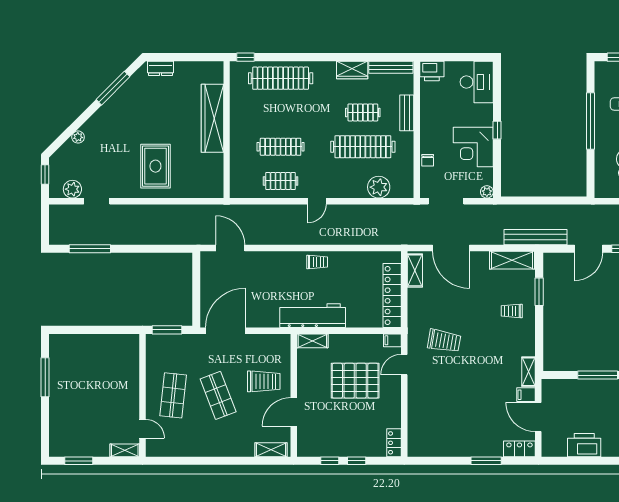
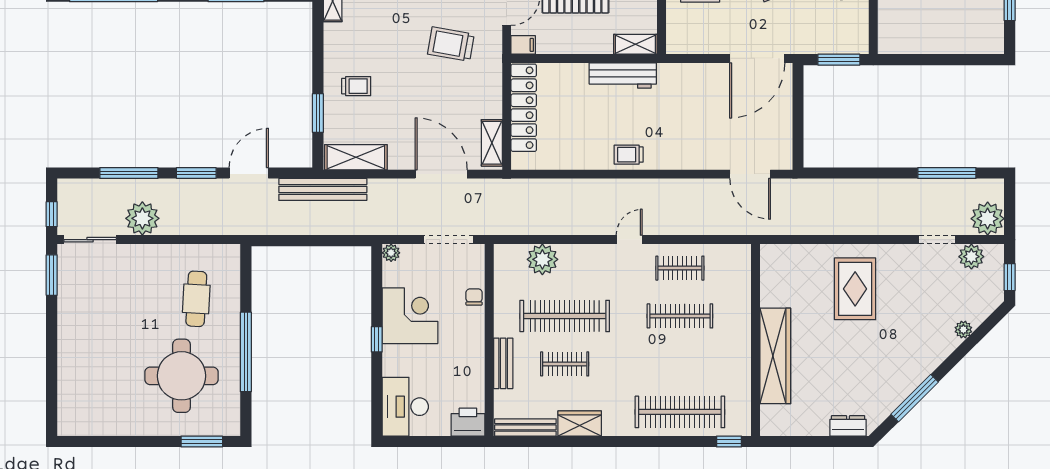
plant: (61, 216) -> (988, 219), added
workbench: (313, 316) -> (623, 75), width x0.73, depth x0.76

